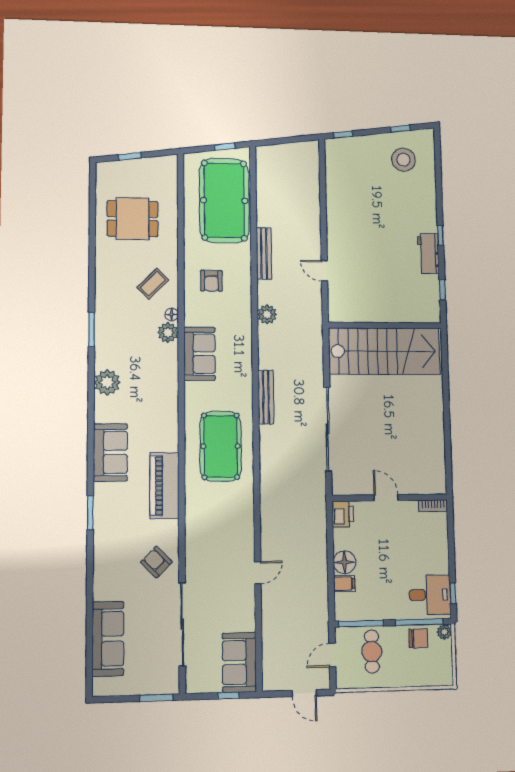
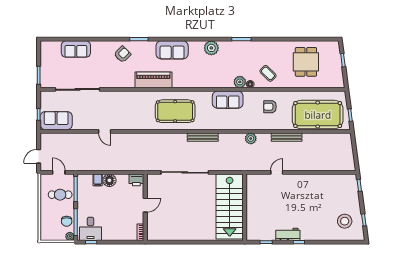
armchair: (156, 562) -> (122, 54), moved
sofa: (108, 639) -> (76, 49), width x0.73

